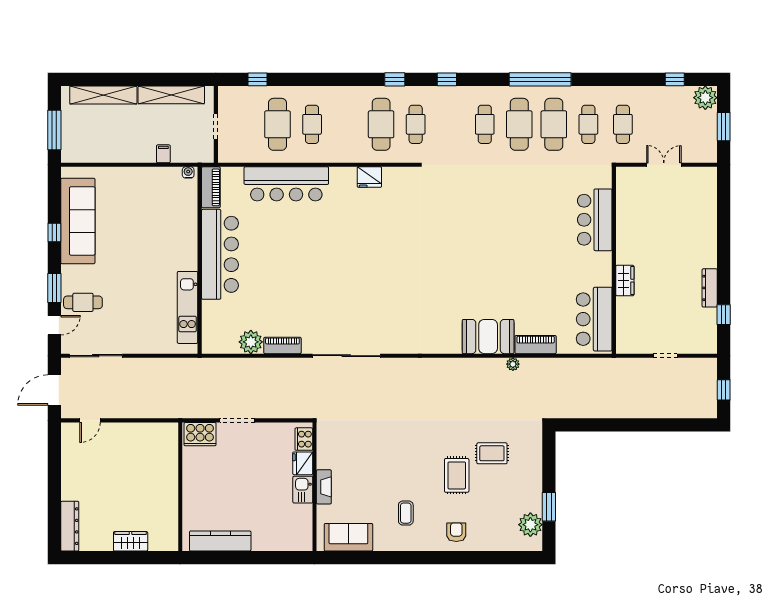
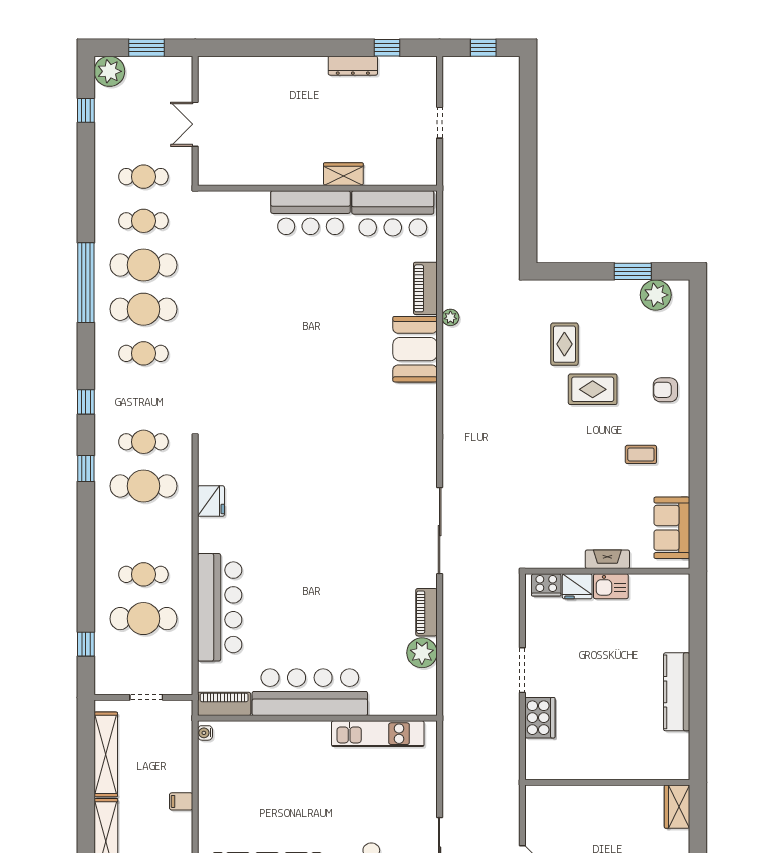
filing cabinet: (163, 154) -> (181, 801), moved
bar counter: (595, 220) -> (310, 213), moved
wall: (180, 487) -> (607, 782), moved

